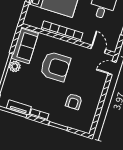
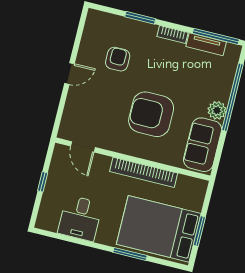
door: (112, 68) -> (69, 74), moved

